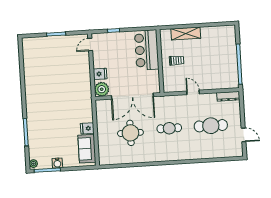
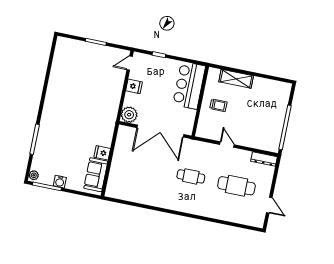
fridge: (100, 74) -> (134, 86), moved
round table: (130, 133) -> (148, 170), removed

